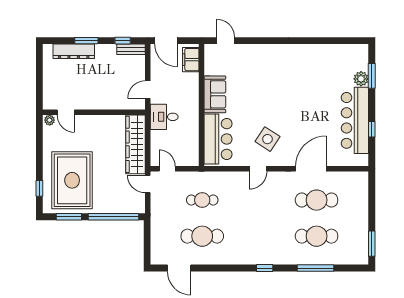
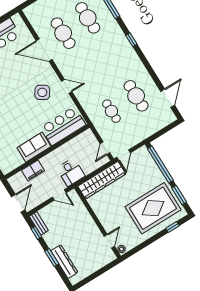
filing cabinet: (191, 60) -> (33, 170), moved

